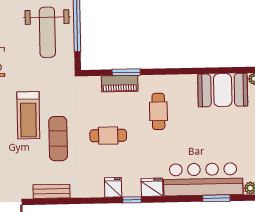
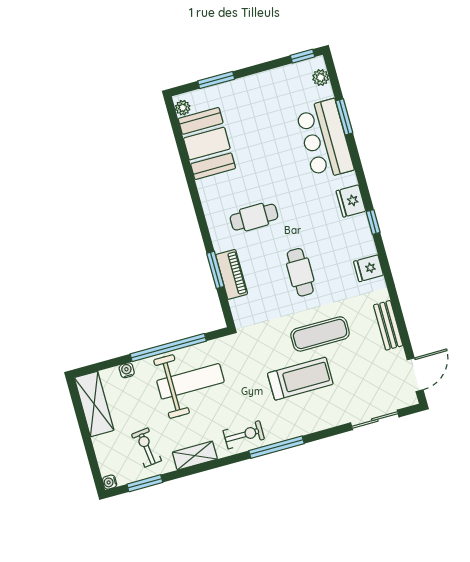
bar counter: (203, 179) -> (325, 139), width x0.73
fridge: (113, 187) -> (368, 268), moved

